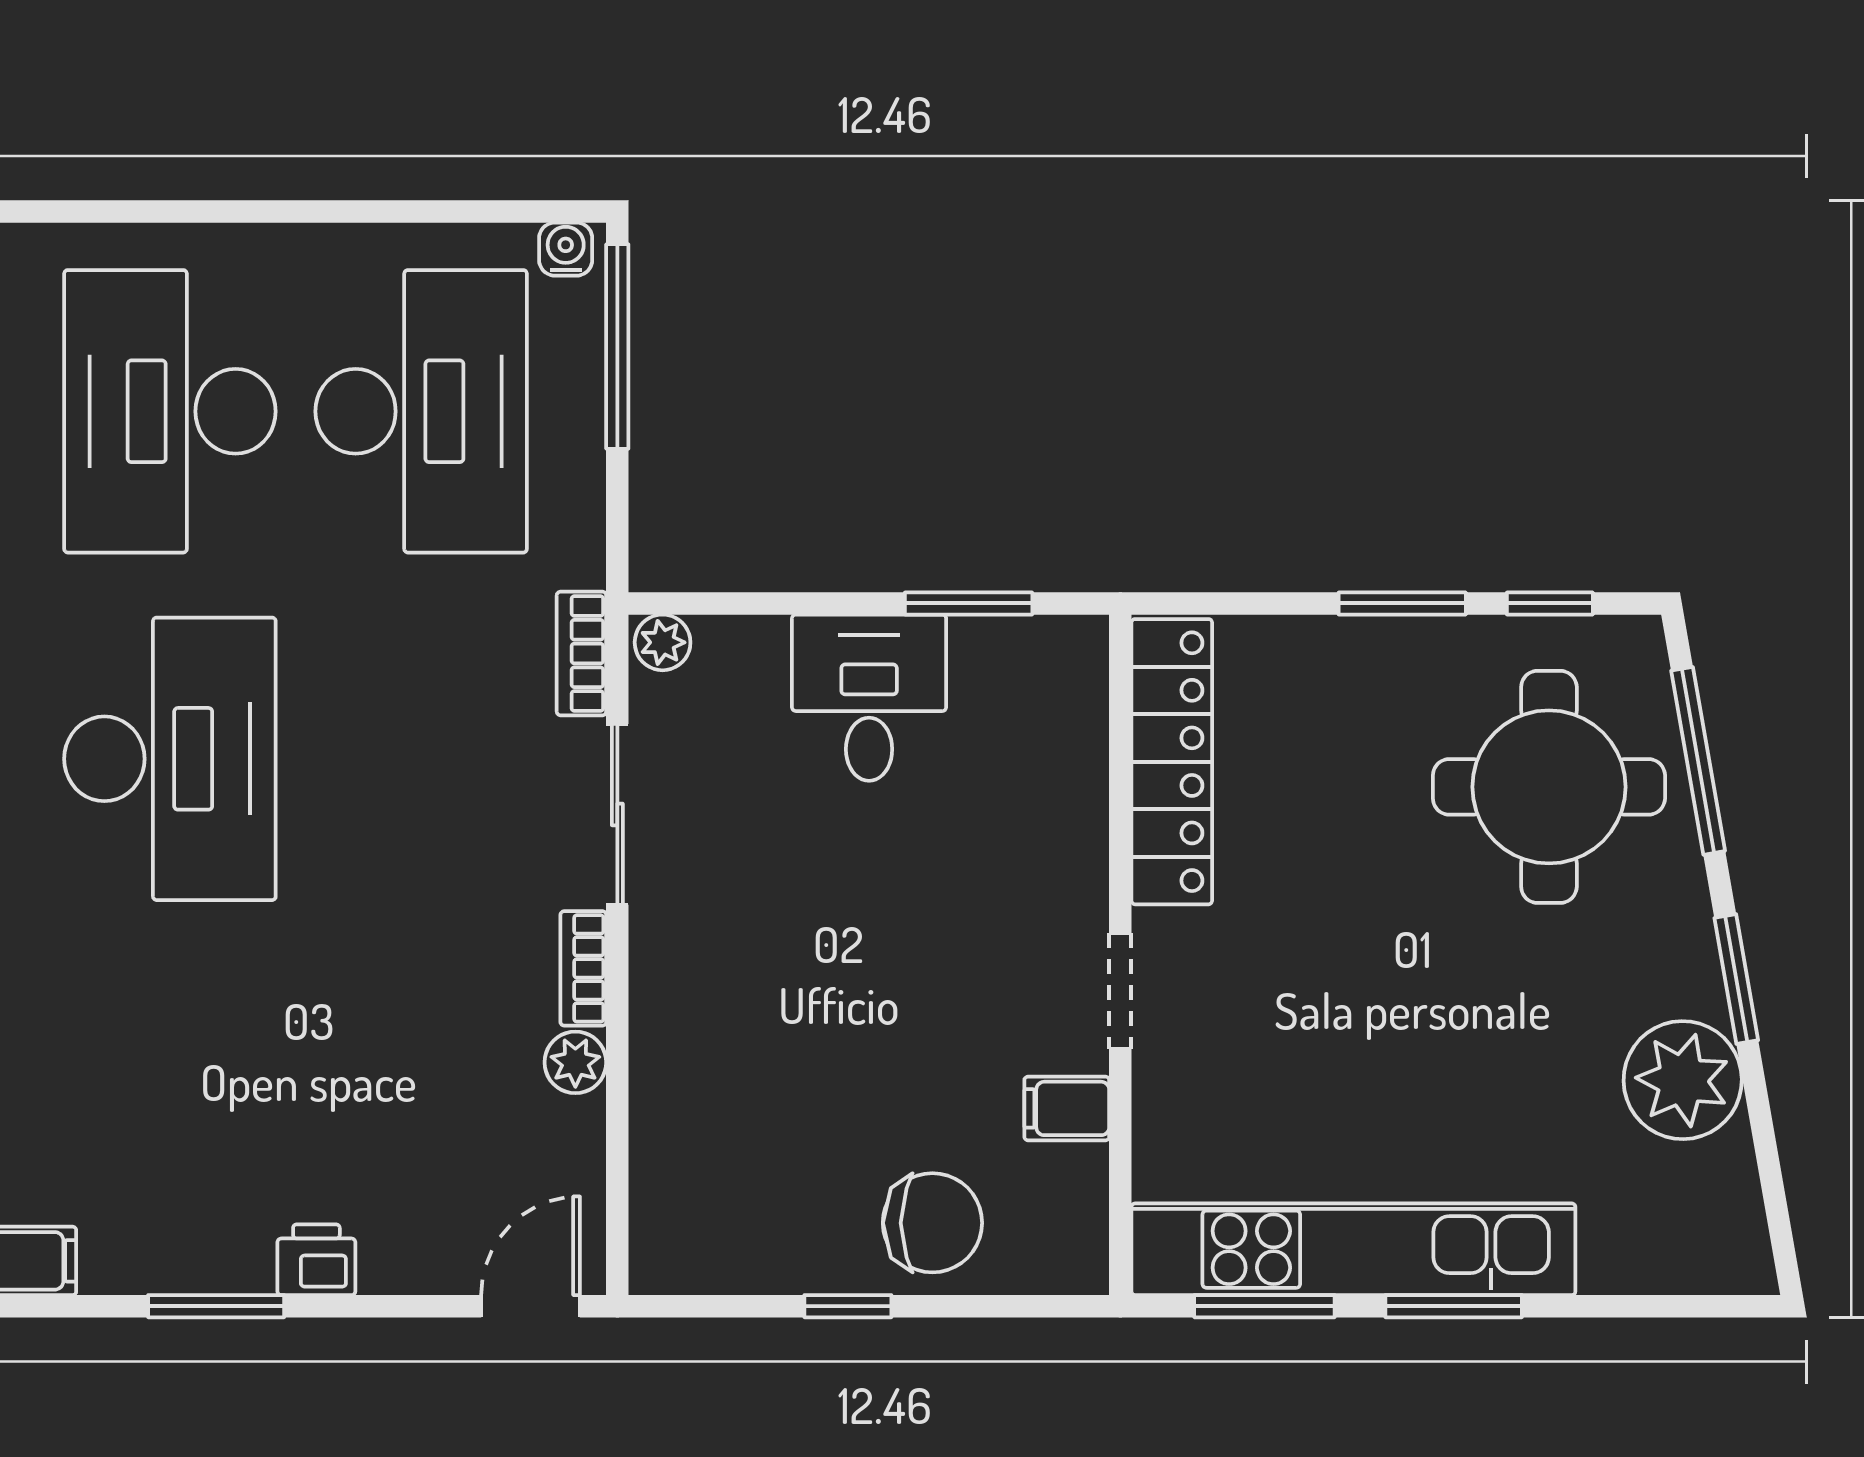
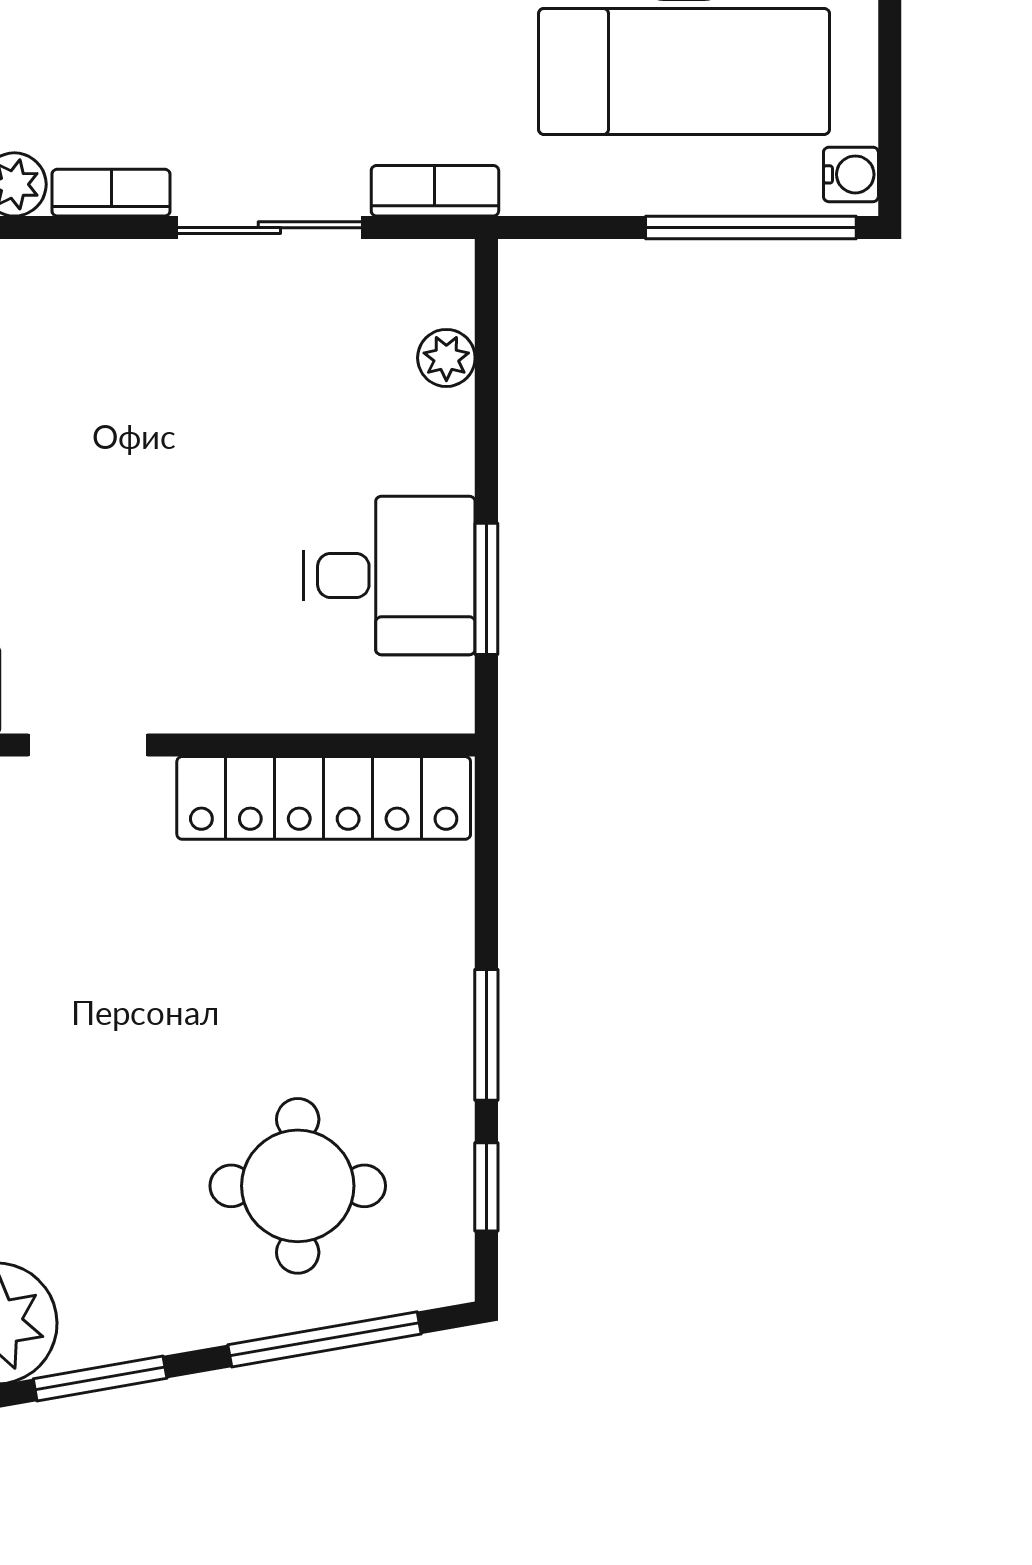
plant: (663, 642) -> (446, 358), moved
desk: (869, 698) -> (389, 575), moved
round table: (1549, 787) -> (298, 1186), width x0.73, depth x0.73

